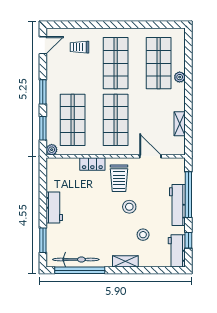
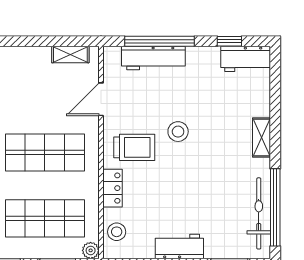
shelving: (180, 124) -> (70, 54), moved
workbench: (177, 205) -> (153, 58), moved
stool: (143, 235) -> (117, 232), moved

